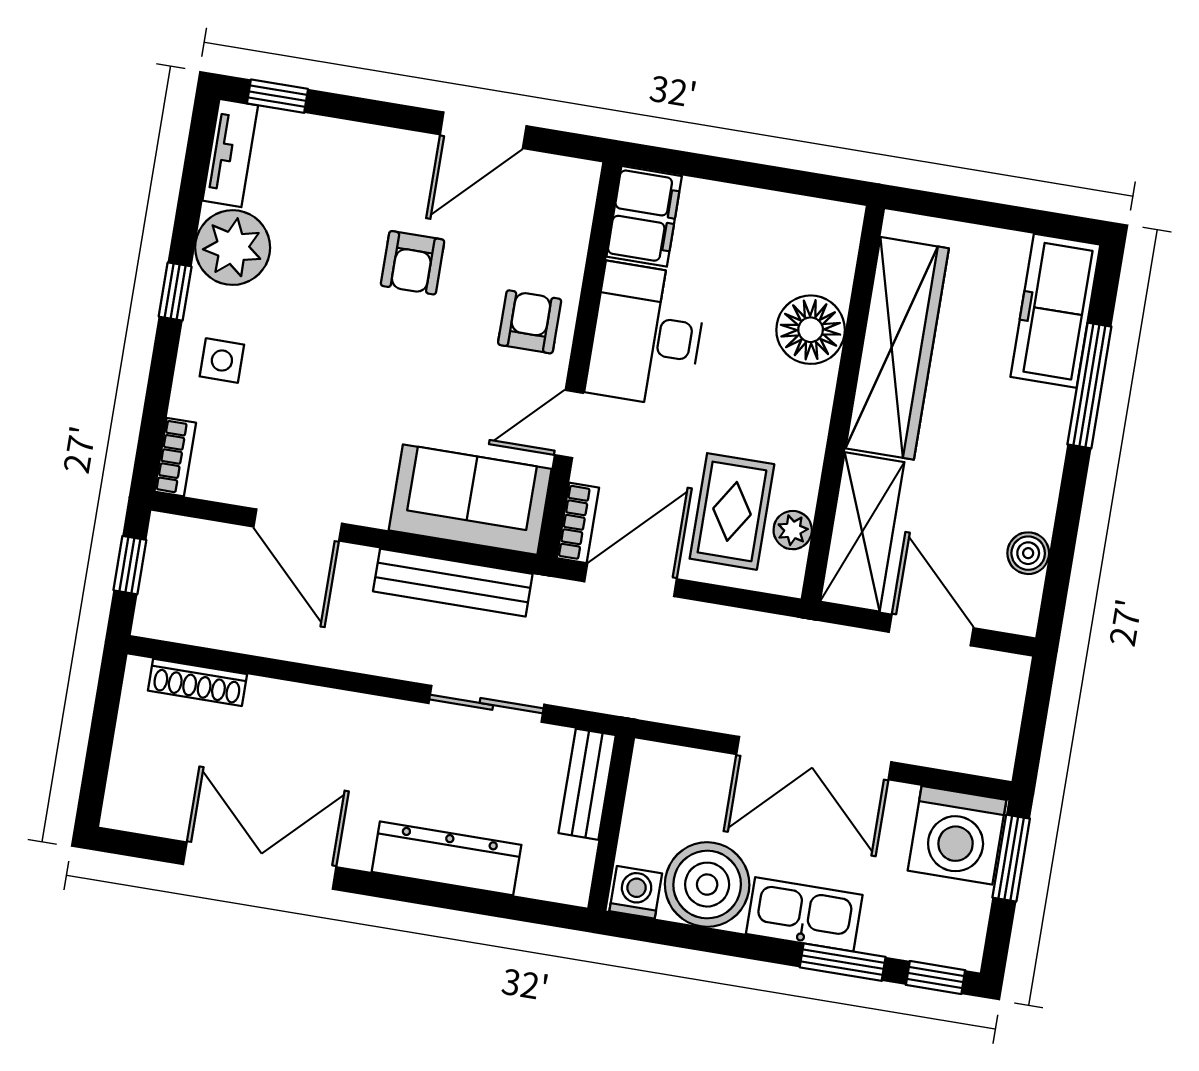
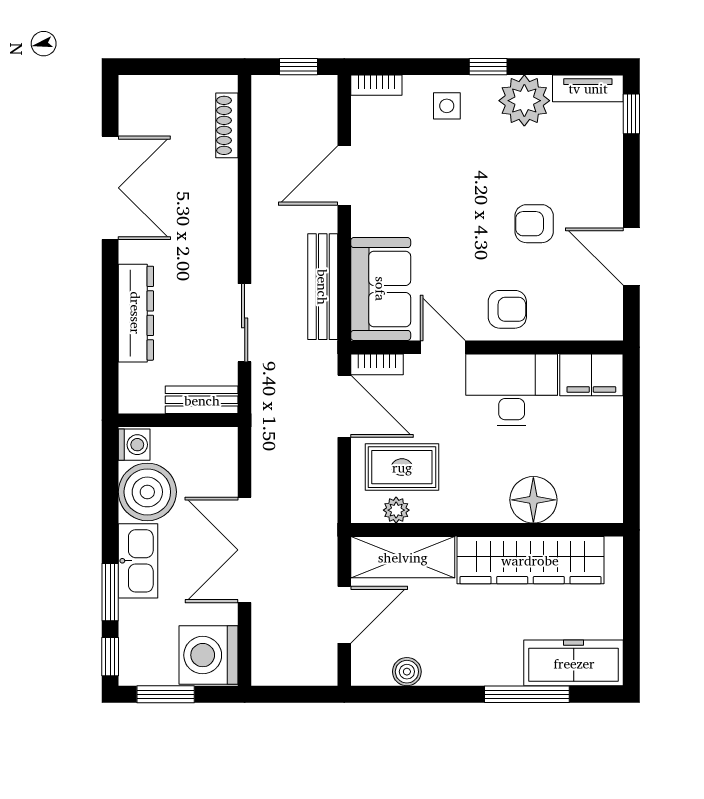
window: (1011, 858) -> (166, 694), moved

